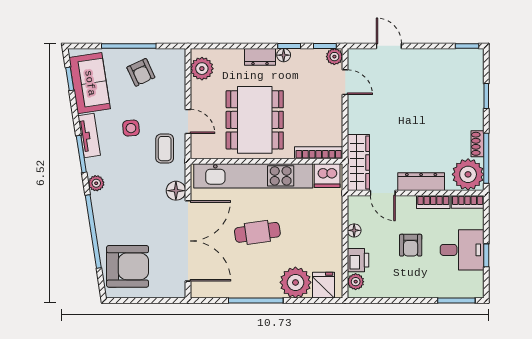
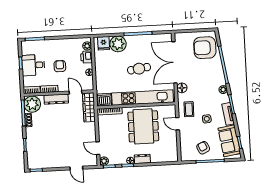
plant: (202, 69) -> (172, 151), removed

